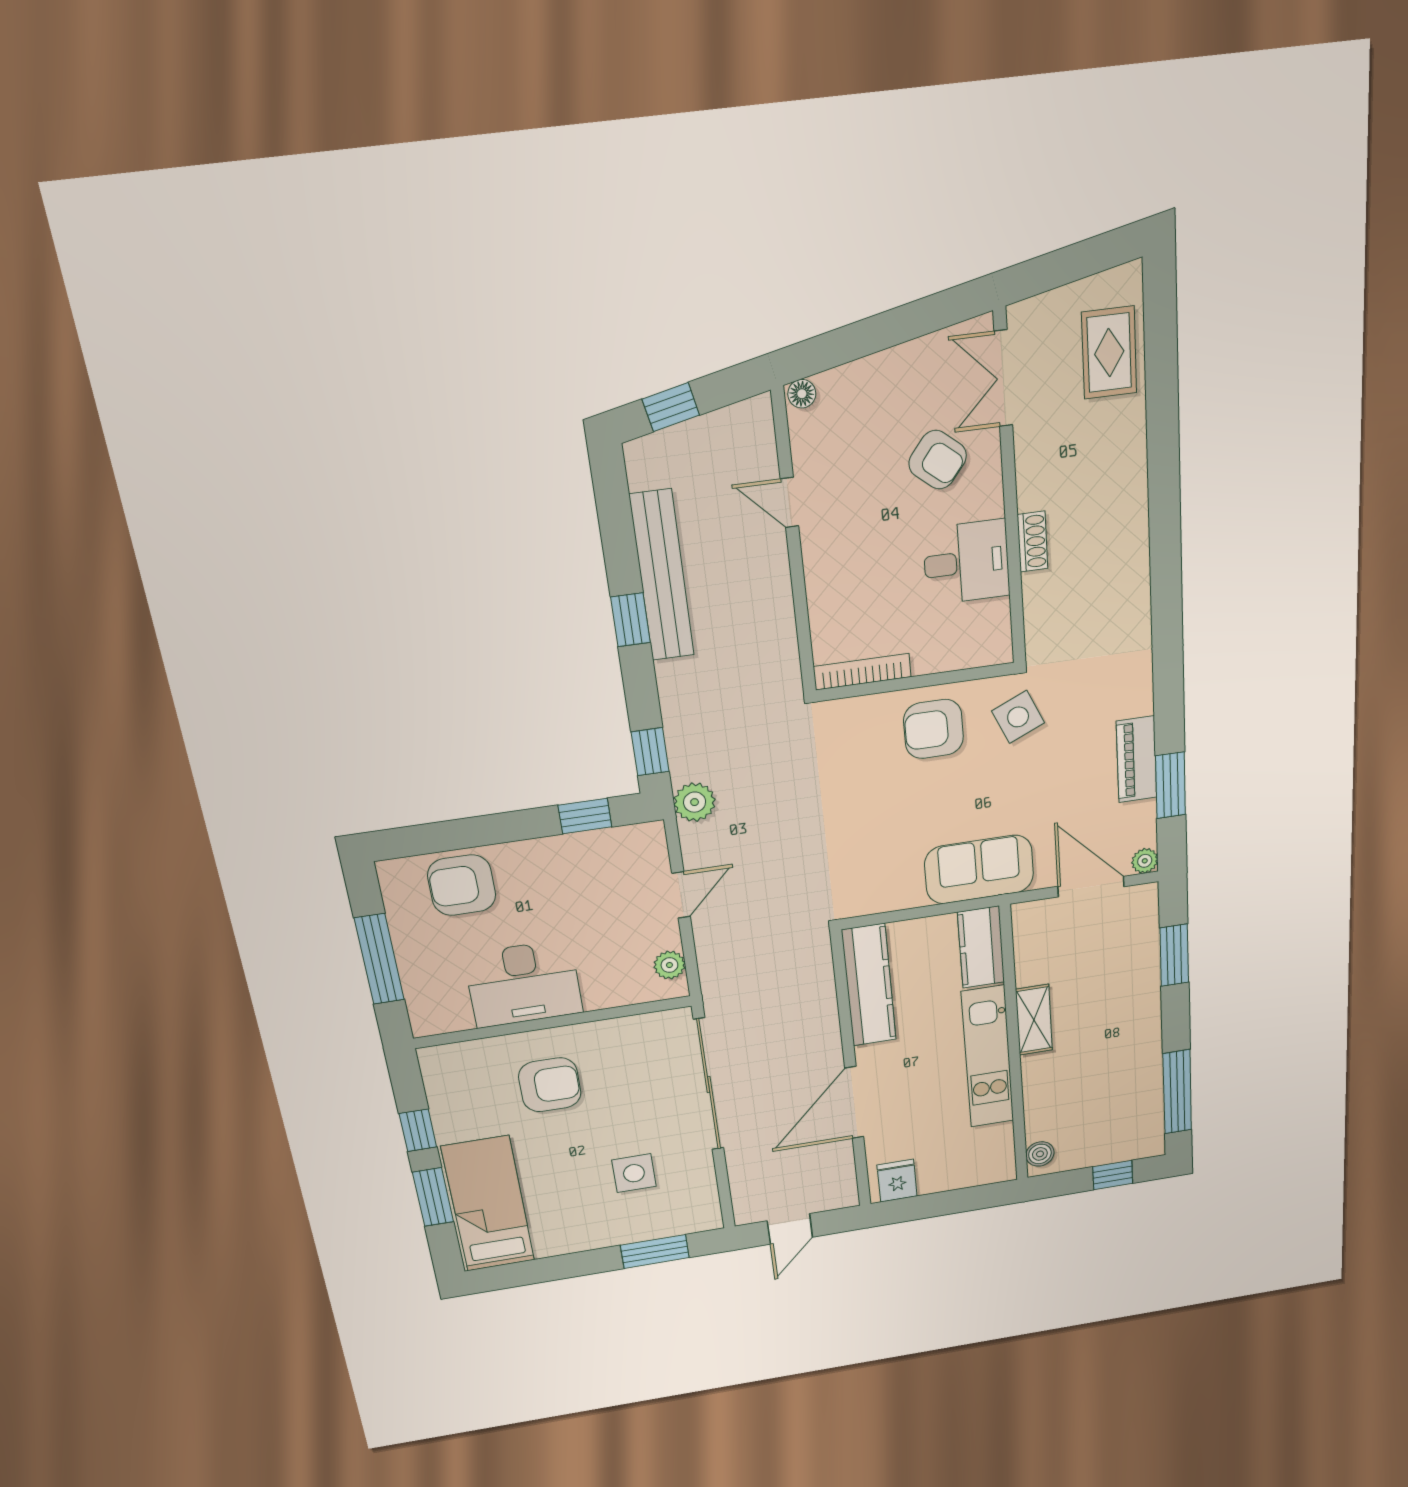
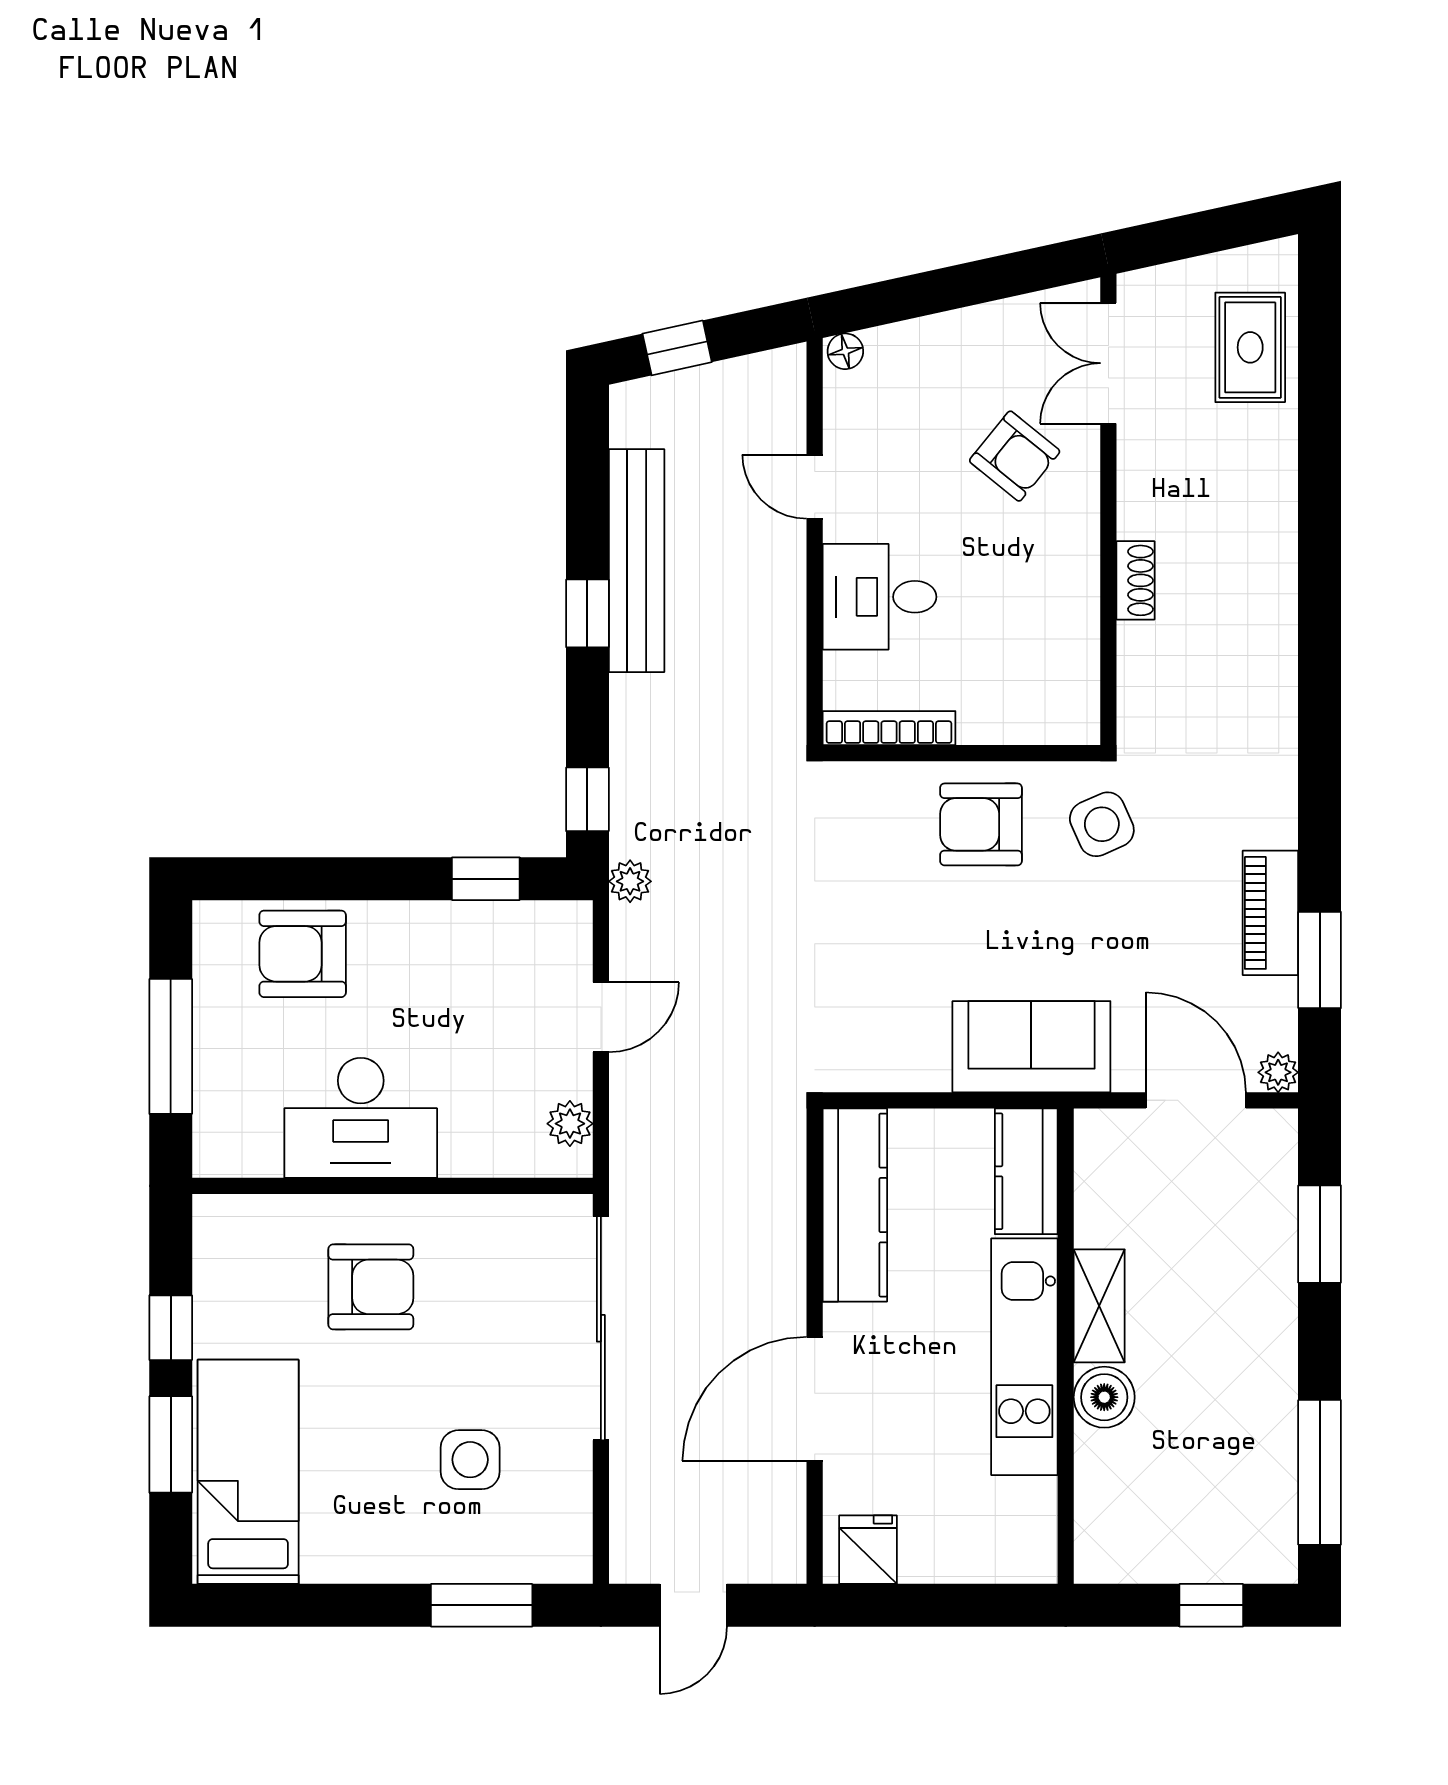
desk: (966, 562) -> (880, 597), moved, turned 180
plant: (695, 802) -> (630, 881), width x0.73, depth x0.73
boiler: (1040, 1154) -> (1104, 1397), moved, width x1.36, depth x1.36

